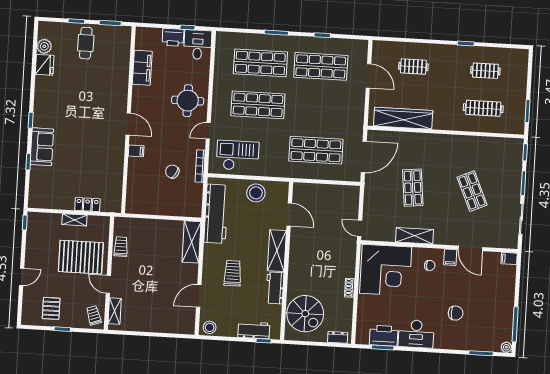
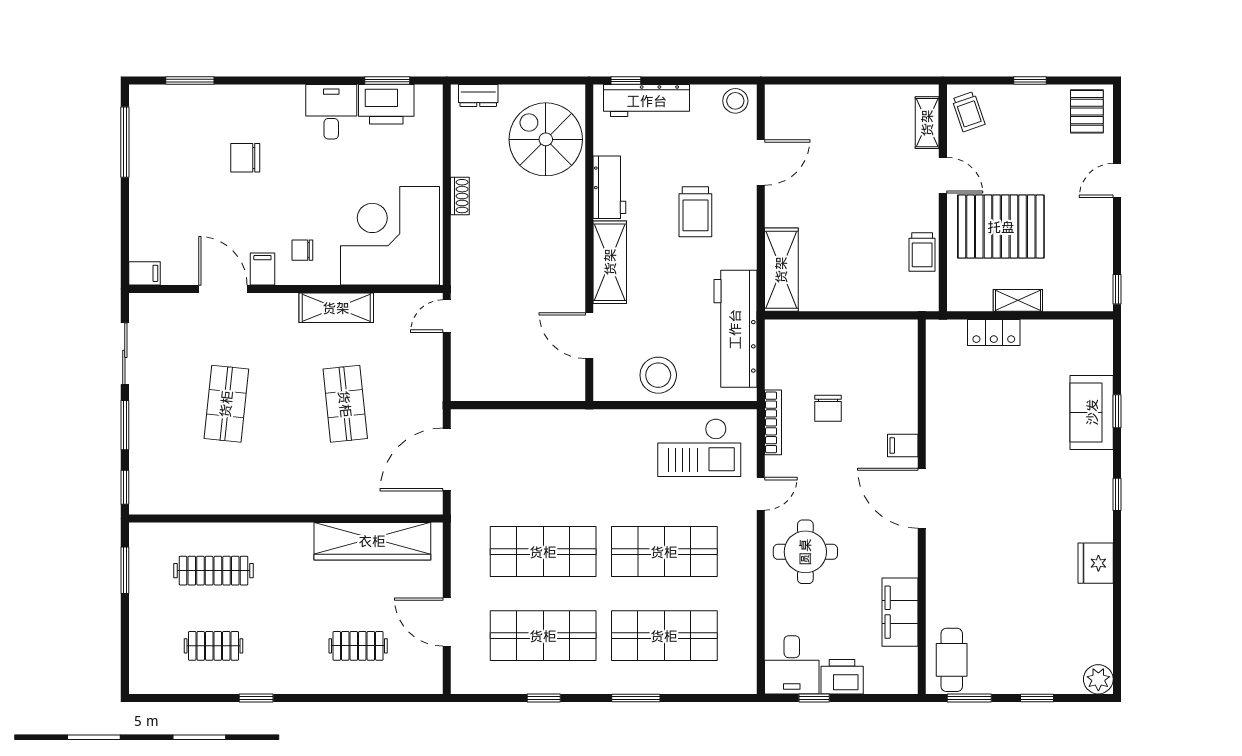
cafe table: (86, 43) -> (952, 660), moved
plant: (44, 46) -> (1098, 679), moved
fridge: (45, 65) -> (1096, 563), moved
door: (128, 124) -> (922, 498), width x1.36
sofa: (42, 147) -> (1092, 412), moved
shop shelf: (316, 150) -> (543, 552), moved
chair: (172, 171) -> (828, 408), turned 60
shop shelf: (472, 191) -> (226, 404), turned 30
door: (360, 228) -> (447, 316), swing flipped
pallet: (51, 308) -> (1087, 111), moved
workbench: (254, 330) -> (647, 101), width x1.38
desk: (416, 334) -> (331, 112), width x0.73
plant: (506, 347) -> (140, 95), removed

